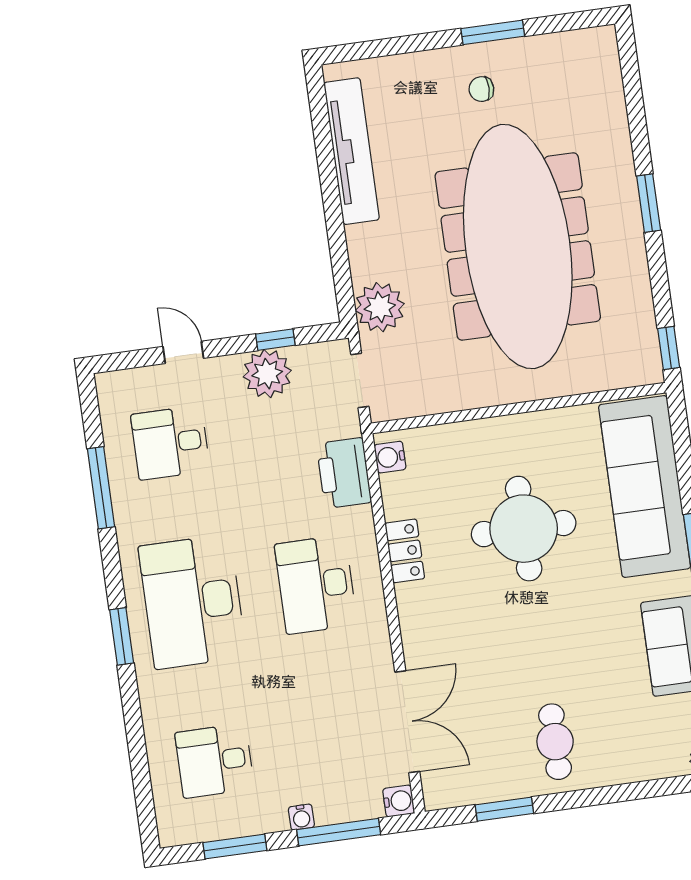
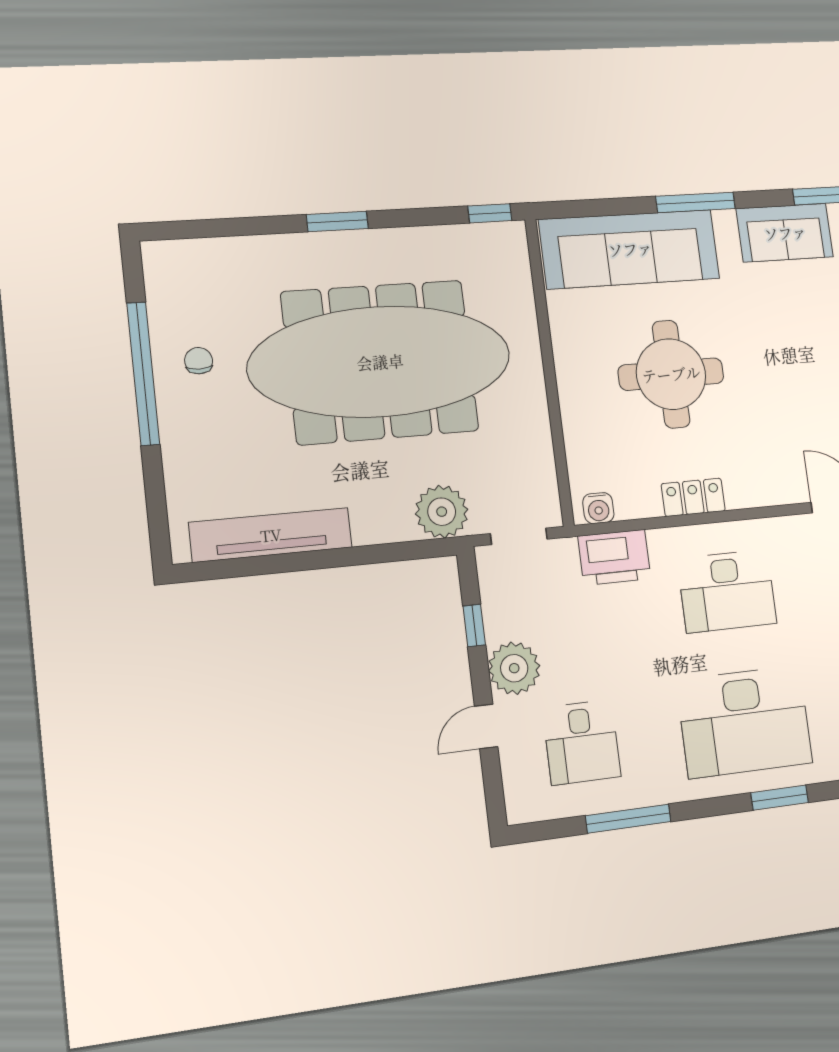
window: (493, 32) -> (143, 374), width x2.11
chair: (481, 89) -> (199, 361), moved, turned 180
plant: (267, 374) -> (514, 668), moved

